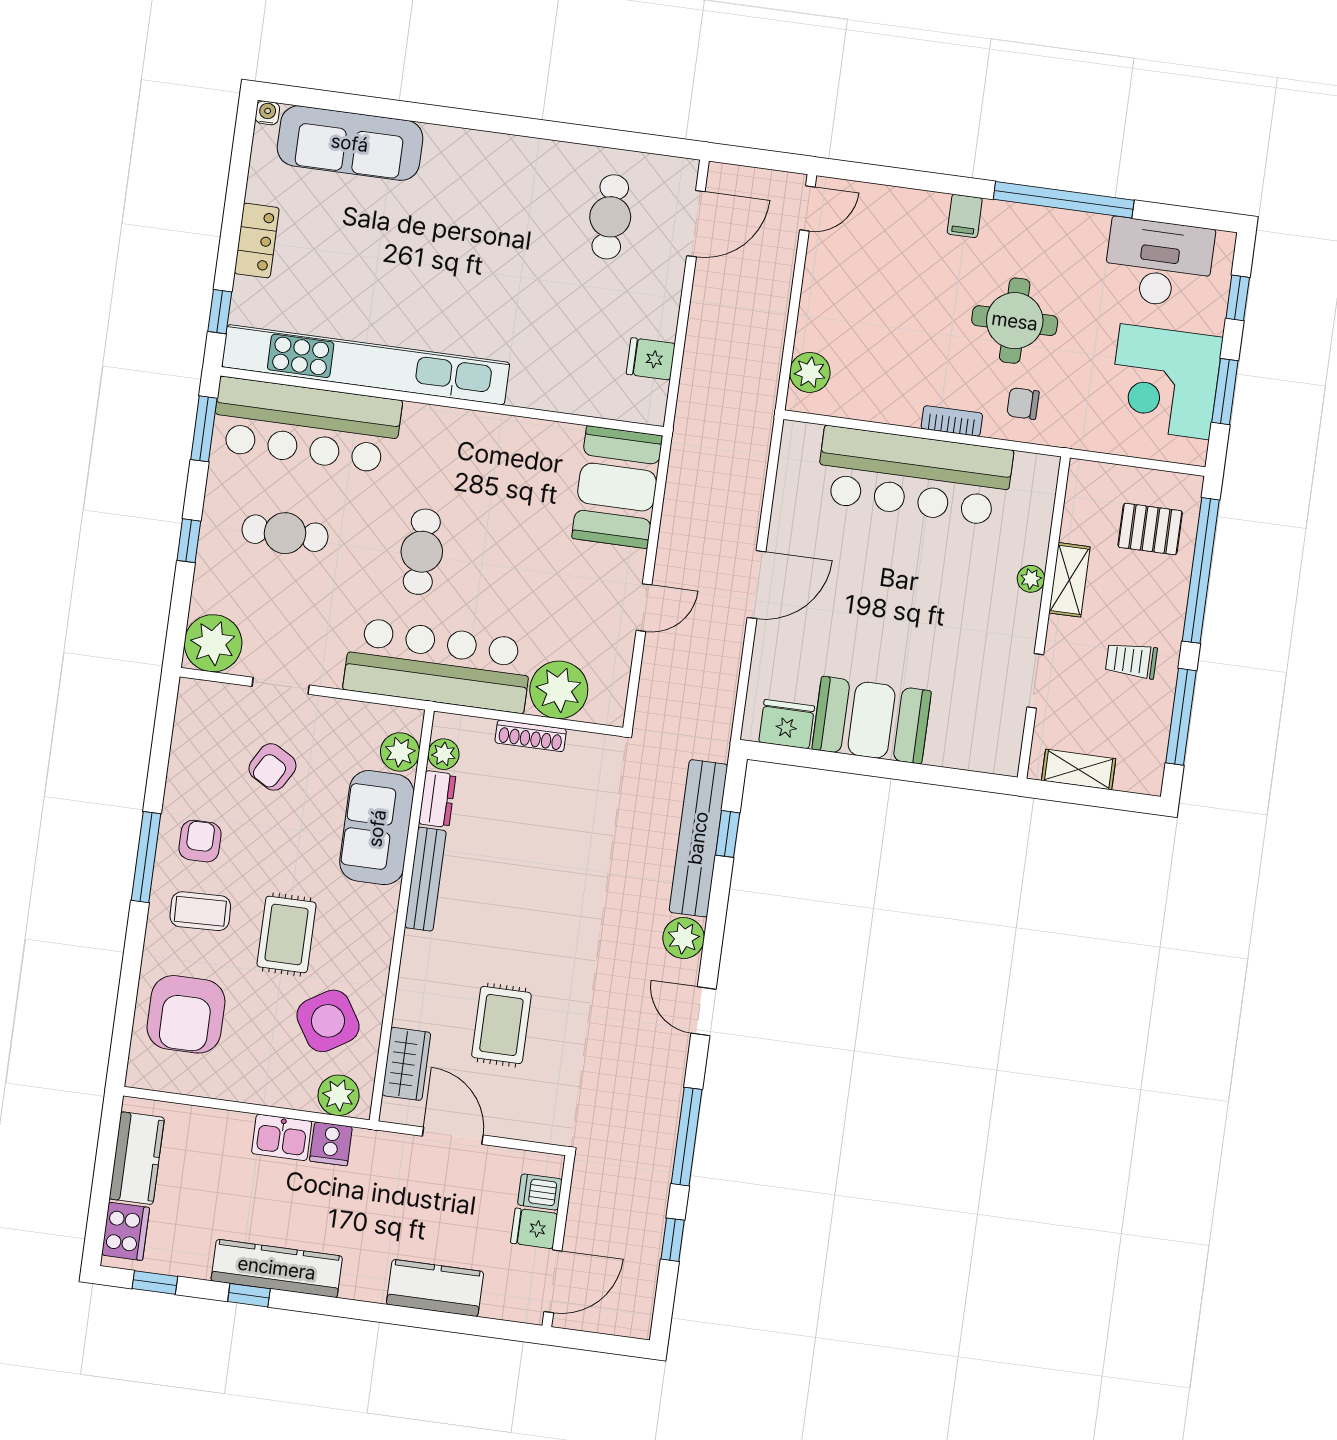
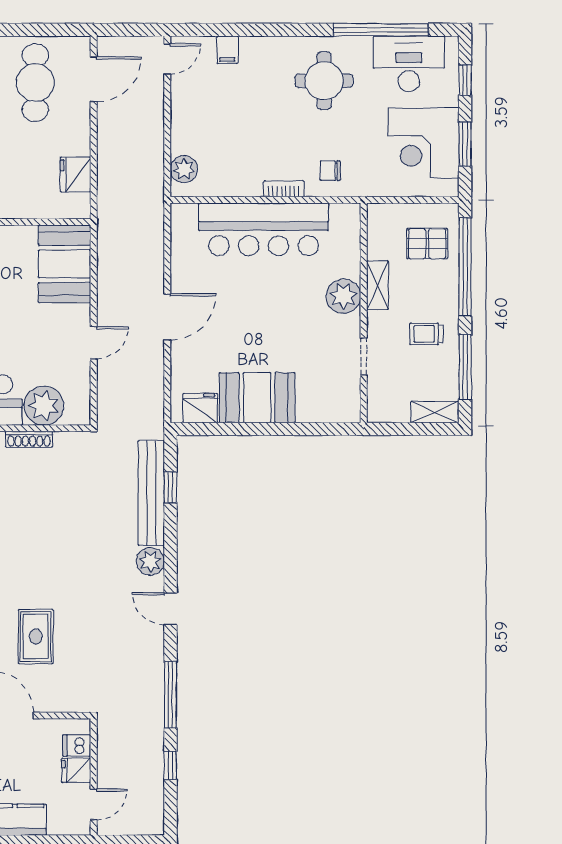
window: (1064, 200) -> (381, 30), moved
filing cabinet: (965, 216) -> (227, 50), moved
cafe table: (610, 217) -> (35, 83), width x1.37, depth x1.35
round table: (1015, 321) -> (324, 81), moved
fridge: (651, 359) -> (76, 175), width x1.38
plant: (1031, 579) -> (343, 296), width x1.88, depth x1.88
shelving: (1079, 770) -> (435, 412), moved
door: (553, 1281) -> (94, 804), width x0.73

